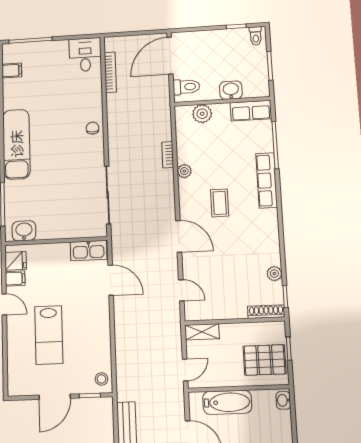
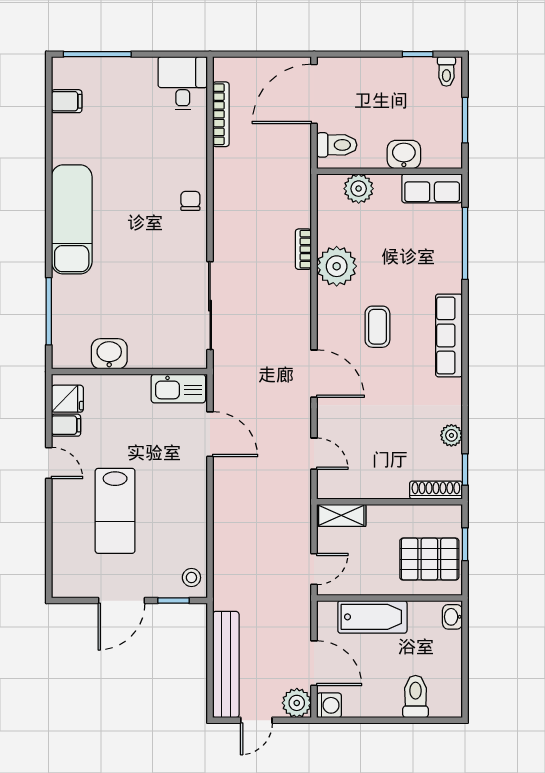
plant: (184, 171) -> (337, 266), width x1.87, depth x1.87
row of seats: (267, 180) -> (449, 335), moved
washbasin: (24, 231) -> (109, 354), moved

